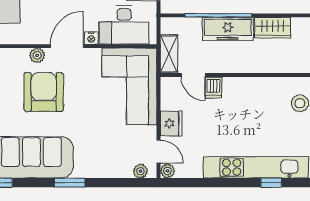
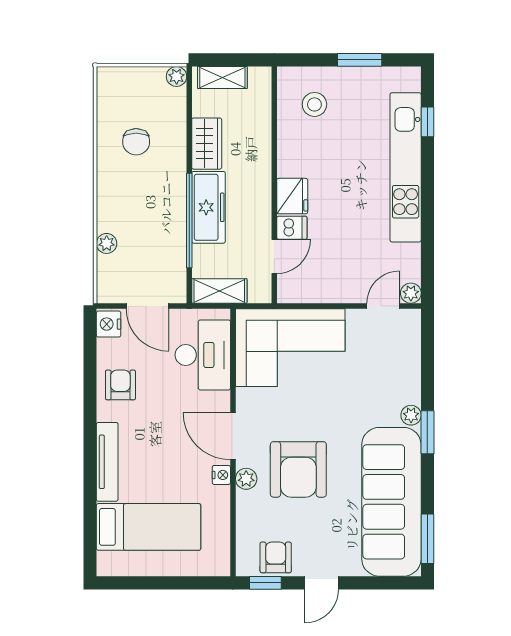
nightstand: (91, 38) -> (221, 475), moved
shelving: (169, 54) -> (219, 291), moved
armchair: (44, 92) -> (298, 469), turned -90
fridge: (171, 124) -> (292, 196), moved, turned 90
plant: (140, 171) -> (411, 415), moved
window: (271, 183) -> (427, 122), moved

